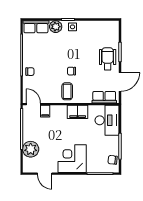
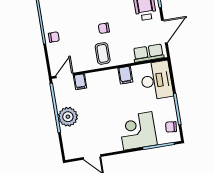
door: (33, 104) -> (65, 76), hinge flipped
filing cabinet: (78, 112) -> (125, 75), width x0.50
plant: (31, 149) -> (68, 117), moved
corner desk: (72, 159) -> (138, 131), moved

